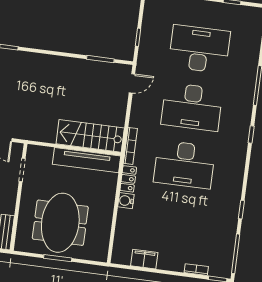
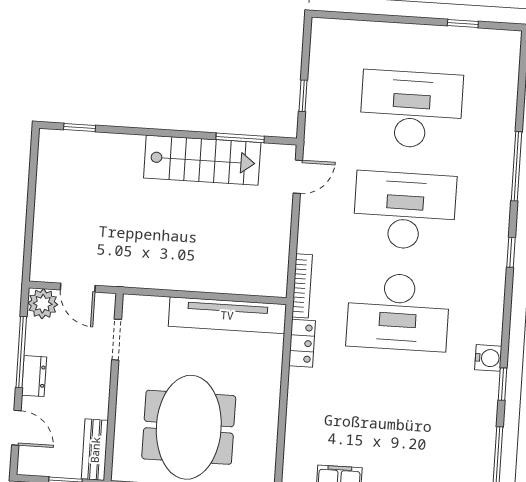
desk: (192, 107) -> (405, 211), turned 180
stairs: (90, 136) -> (202, 160), moved, turned 180
water cooler: (126, 201) -> (488, 358), moved, turned 180

